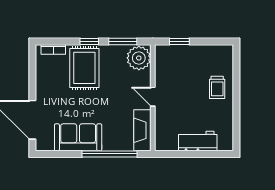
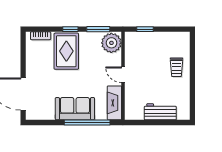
sofa: (78, 137) -> (75, 109), moved

